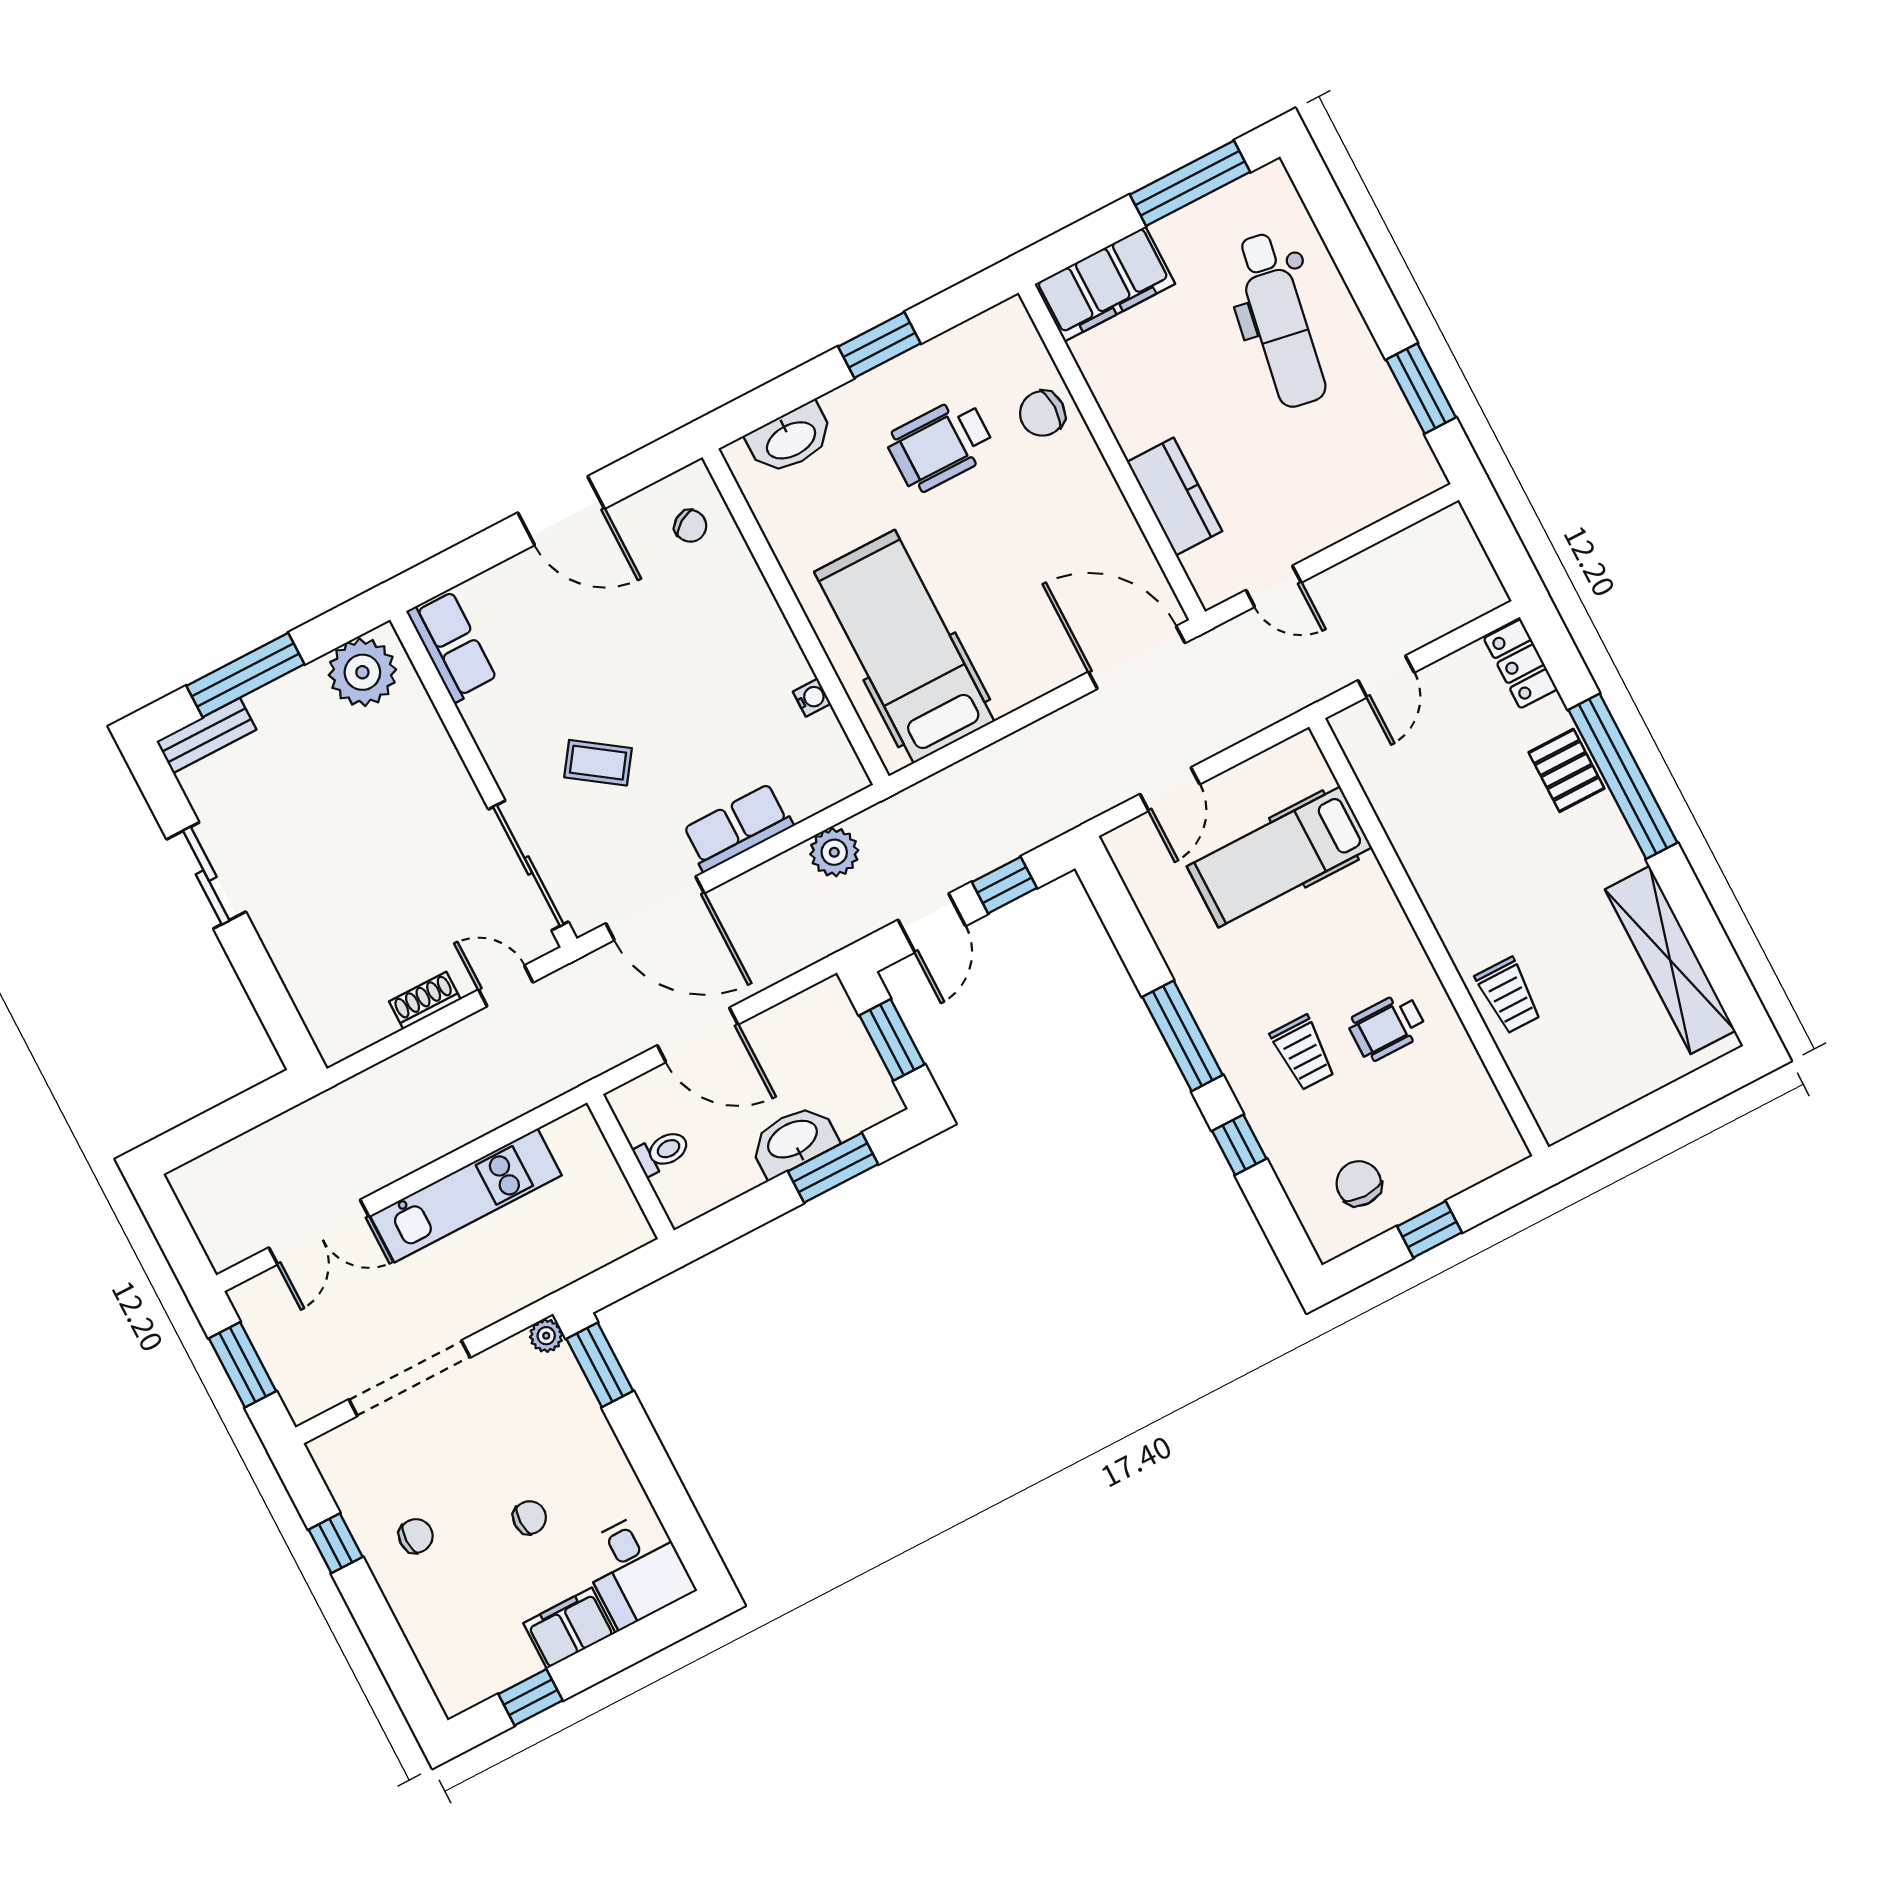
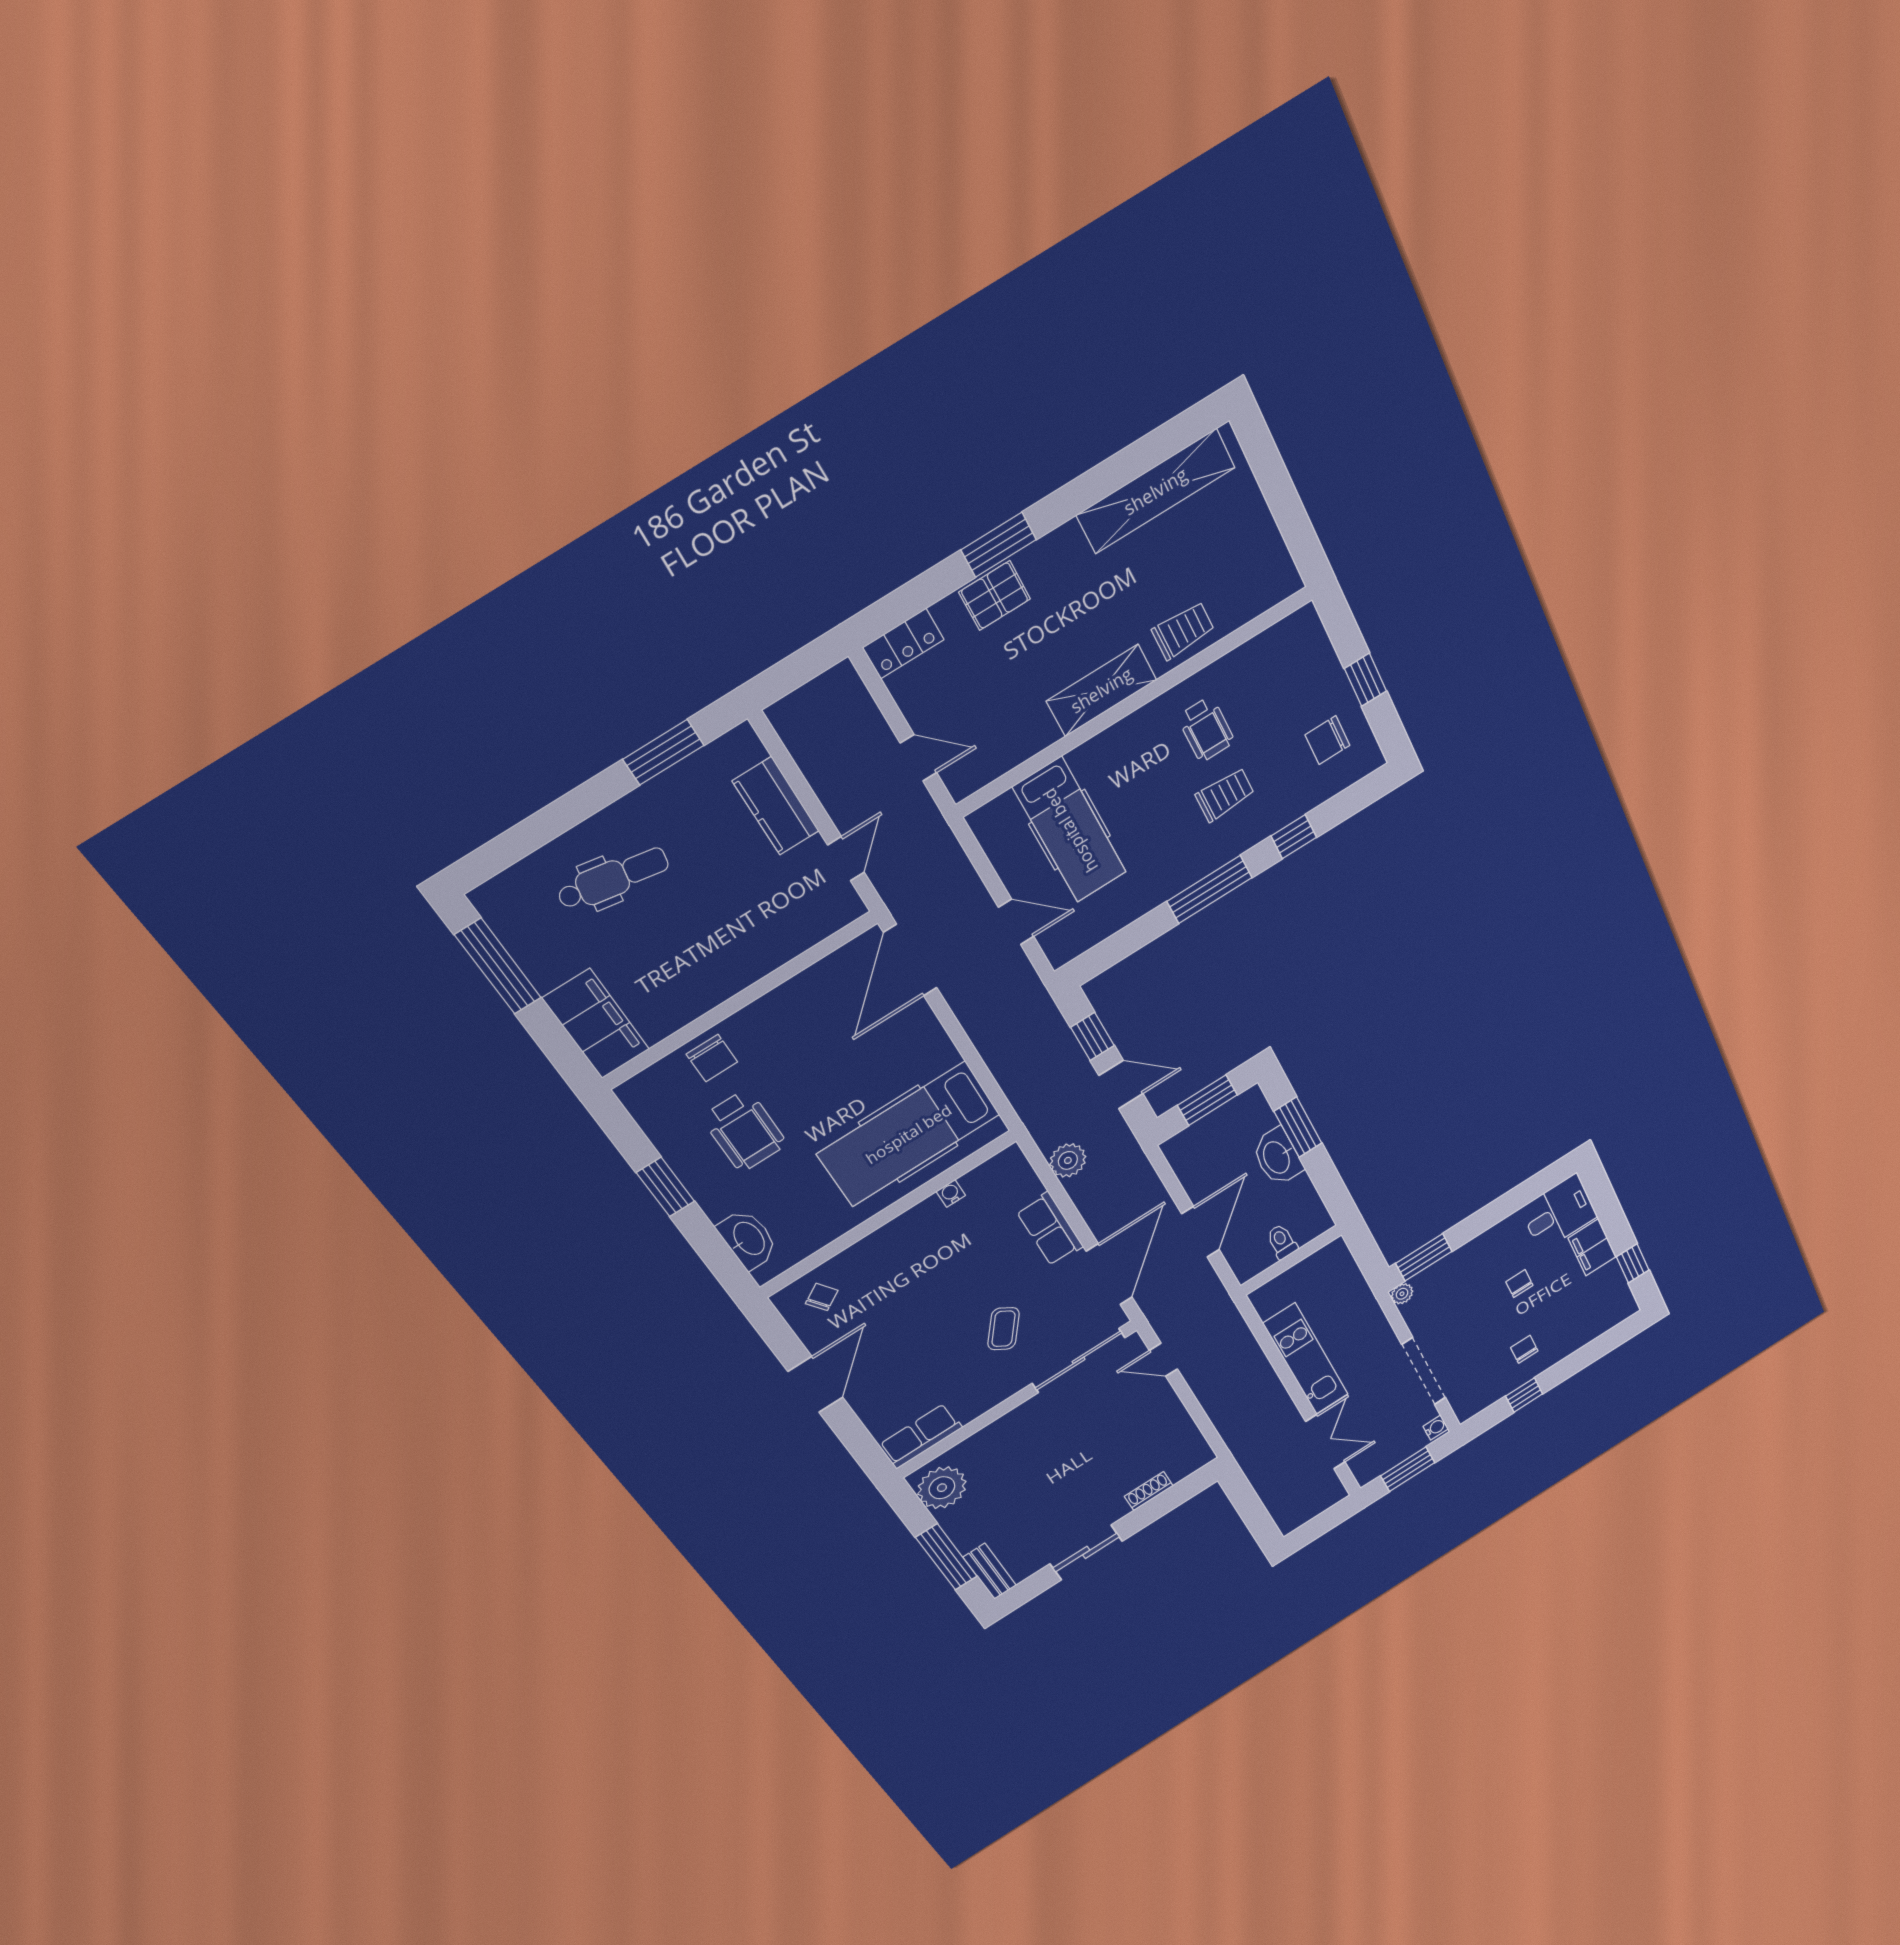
dental chair: (1280, 320) -> (613, 878), width x0.73, depth x0.72
kitchen counter: (1175, 496) -> (776, 806), moved, turned -90
window: (1623, 776) -> (999, 545), width x0.47
shelving: (1446, 896) -> (1102, 690), added
door: (506, 986) -> (1163, 1360), hinge flipped
shoe rack: (425, 1000) -> (1149, 1491), moved, turned 90
water cooler: (307, 1404) -> (1436, 1428), added

